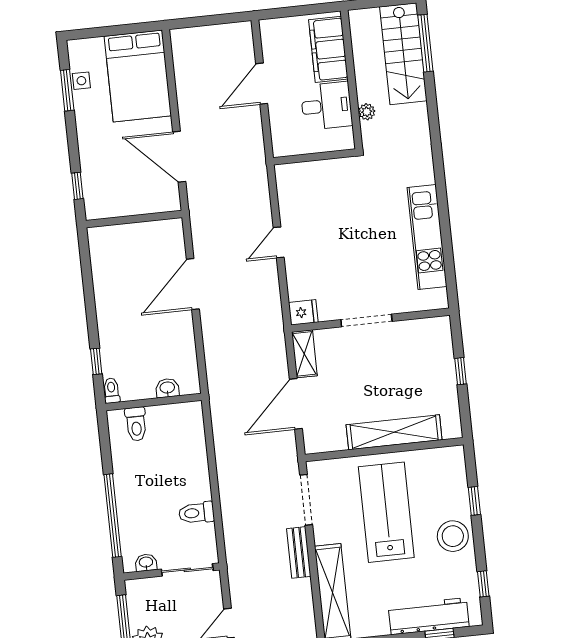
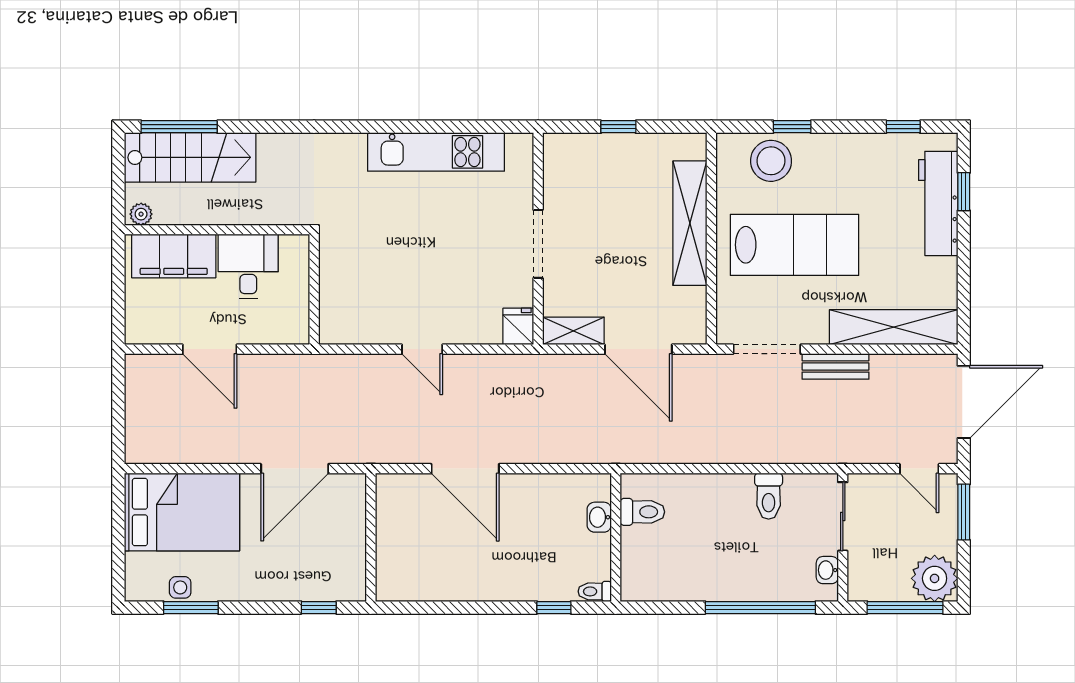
plant: (367, 112) -> (141, 214), moved
toilet: (136, 424) -> (642, 512), moved
lab bench: (386, 512) -> (794, 245), turned 180
stool: (453, 536) -> (771, 161), moved

